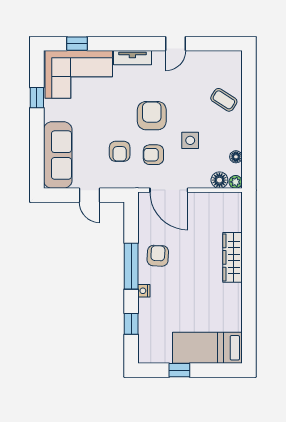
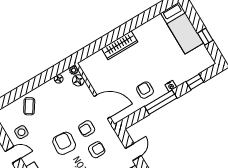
armchair: (152, 116) -> (64, 143), turned 95
side table: (190, 140) -> (21, 132), moved
armchair: (153, 155) -> (87, 129), turned 90
door: (169, 190) -> (102, 107), hinge flipped
armchair: (158, 256) -> (145, 90), turned 87

